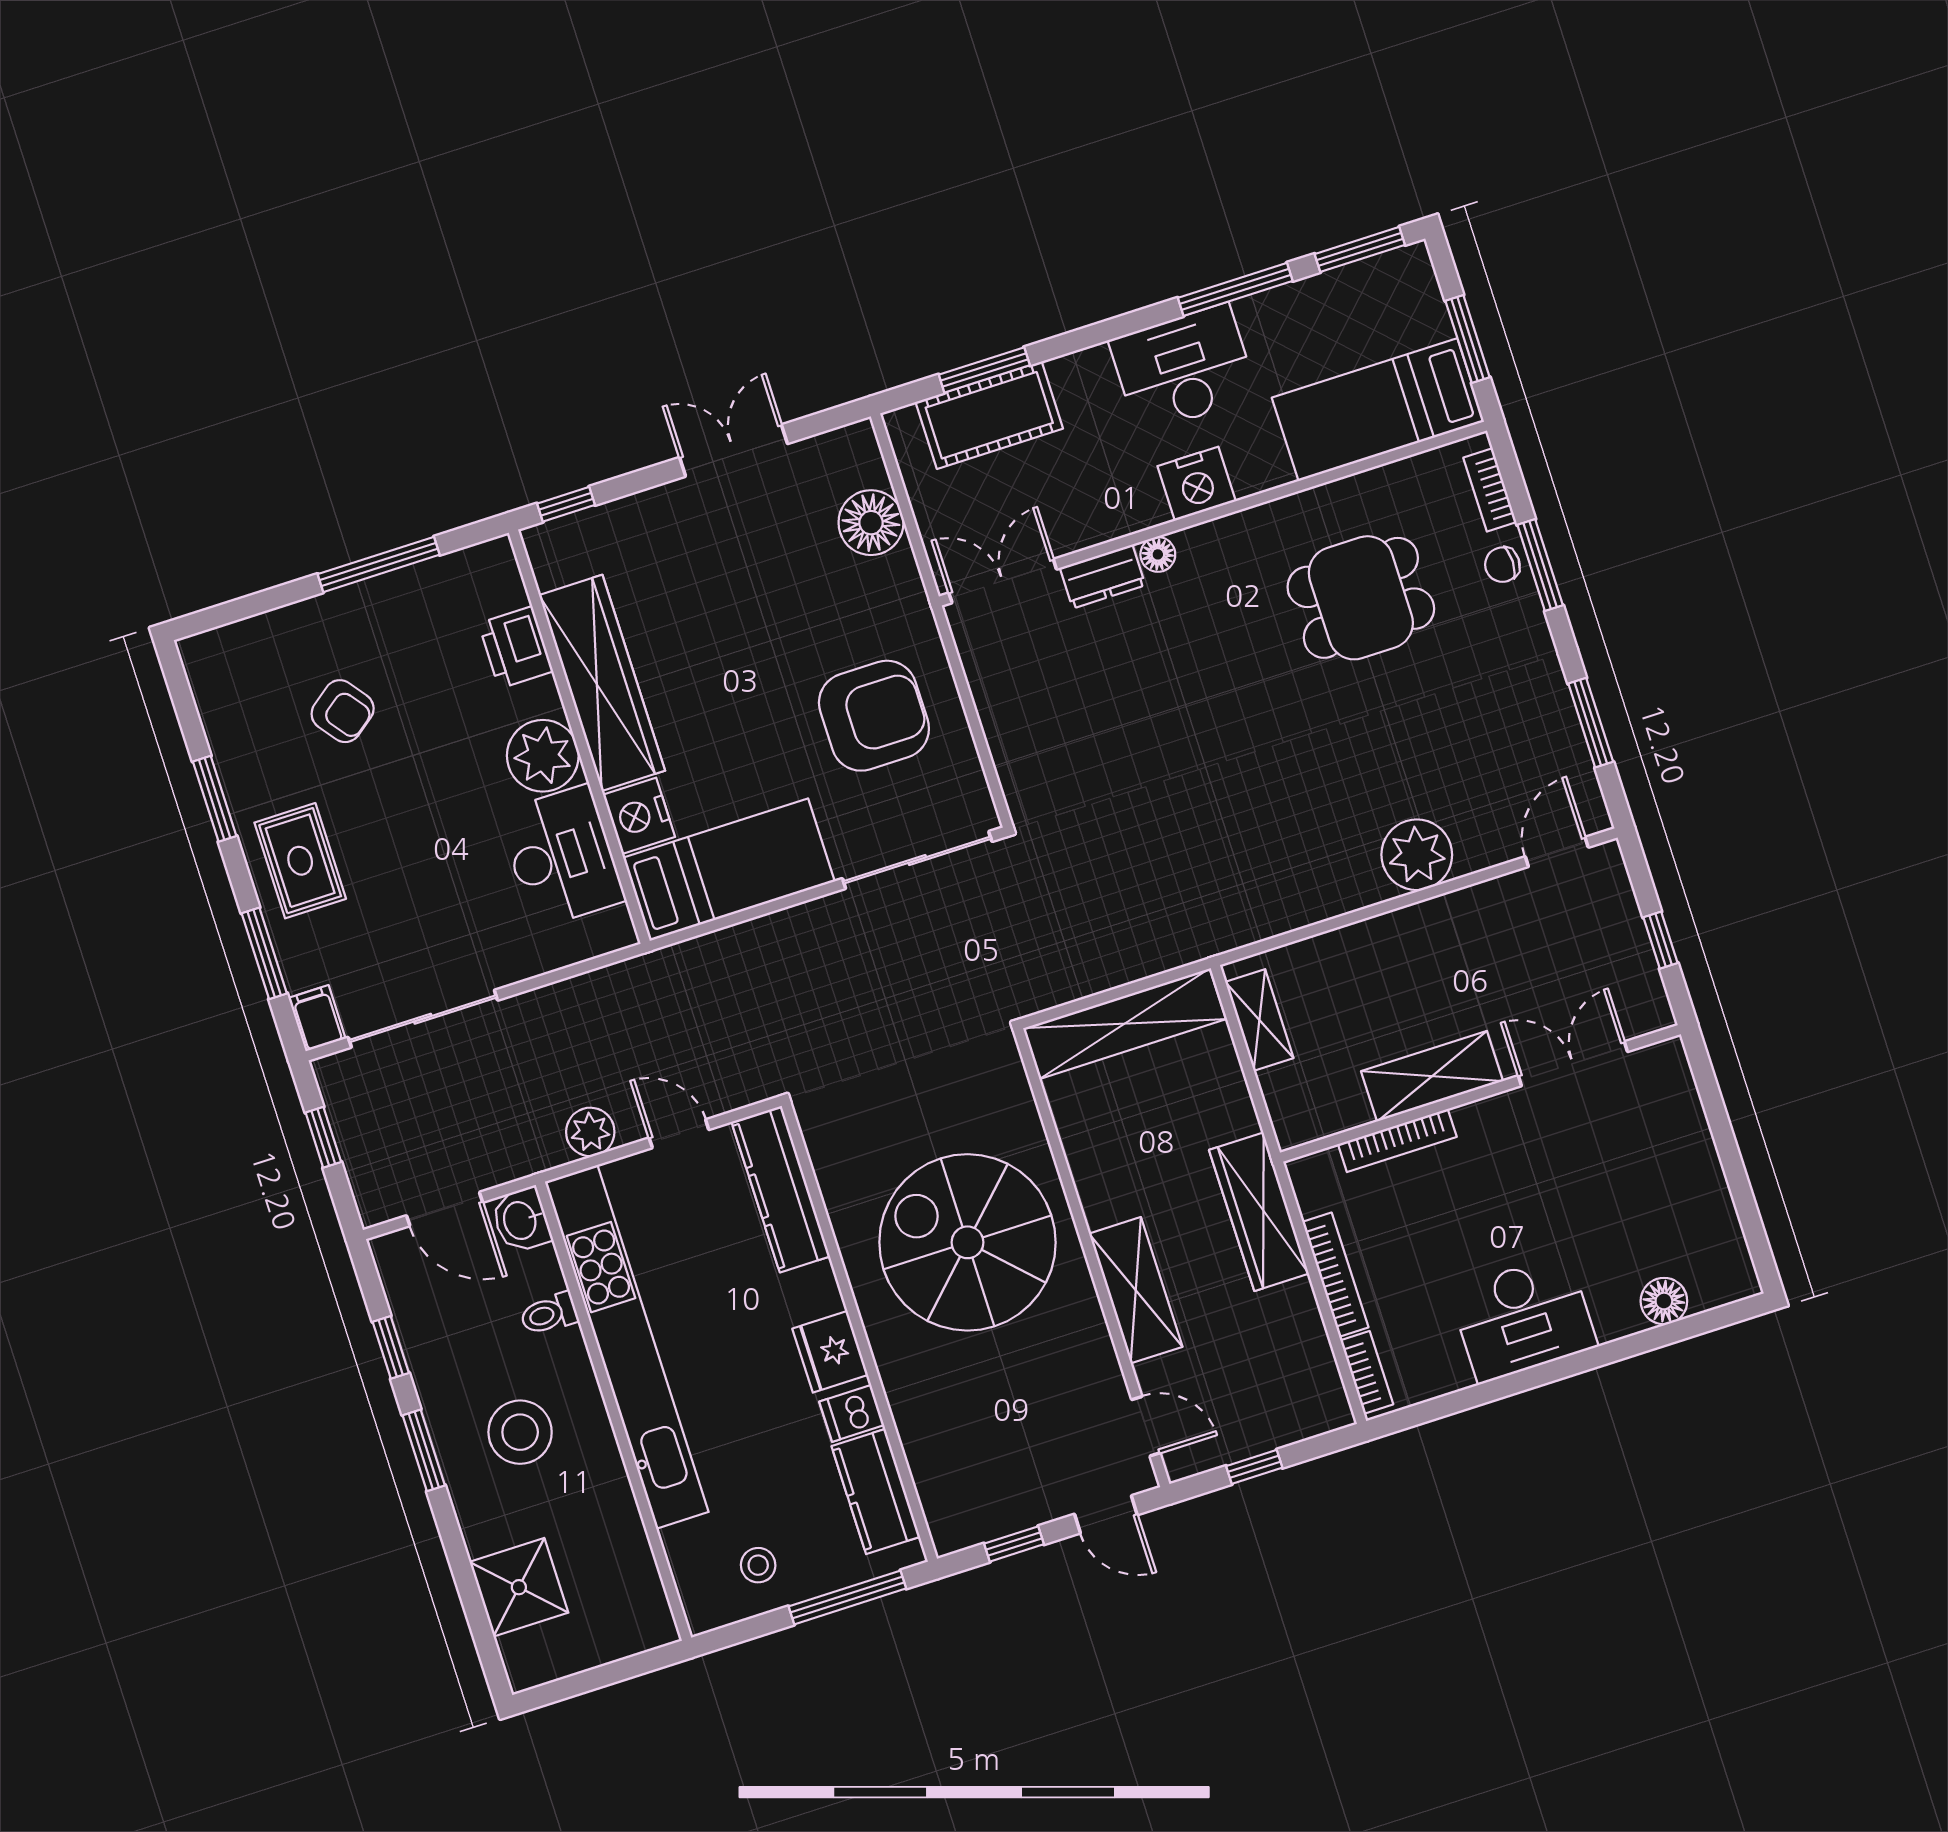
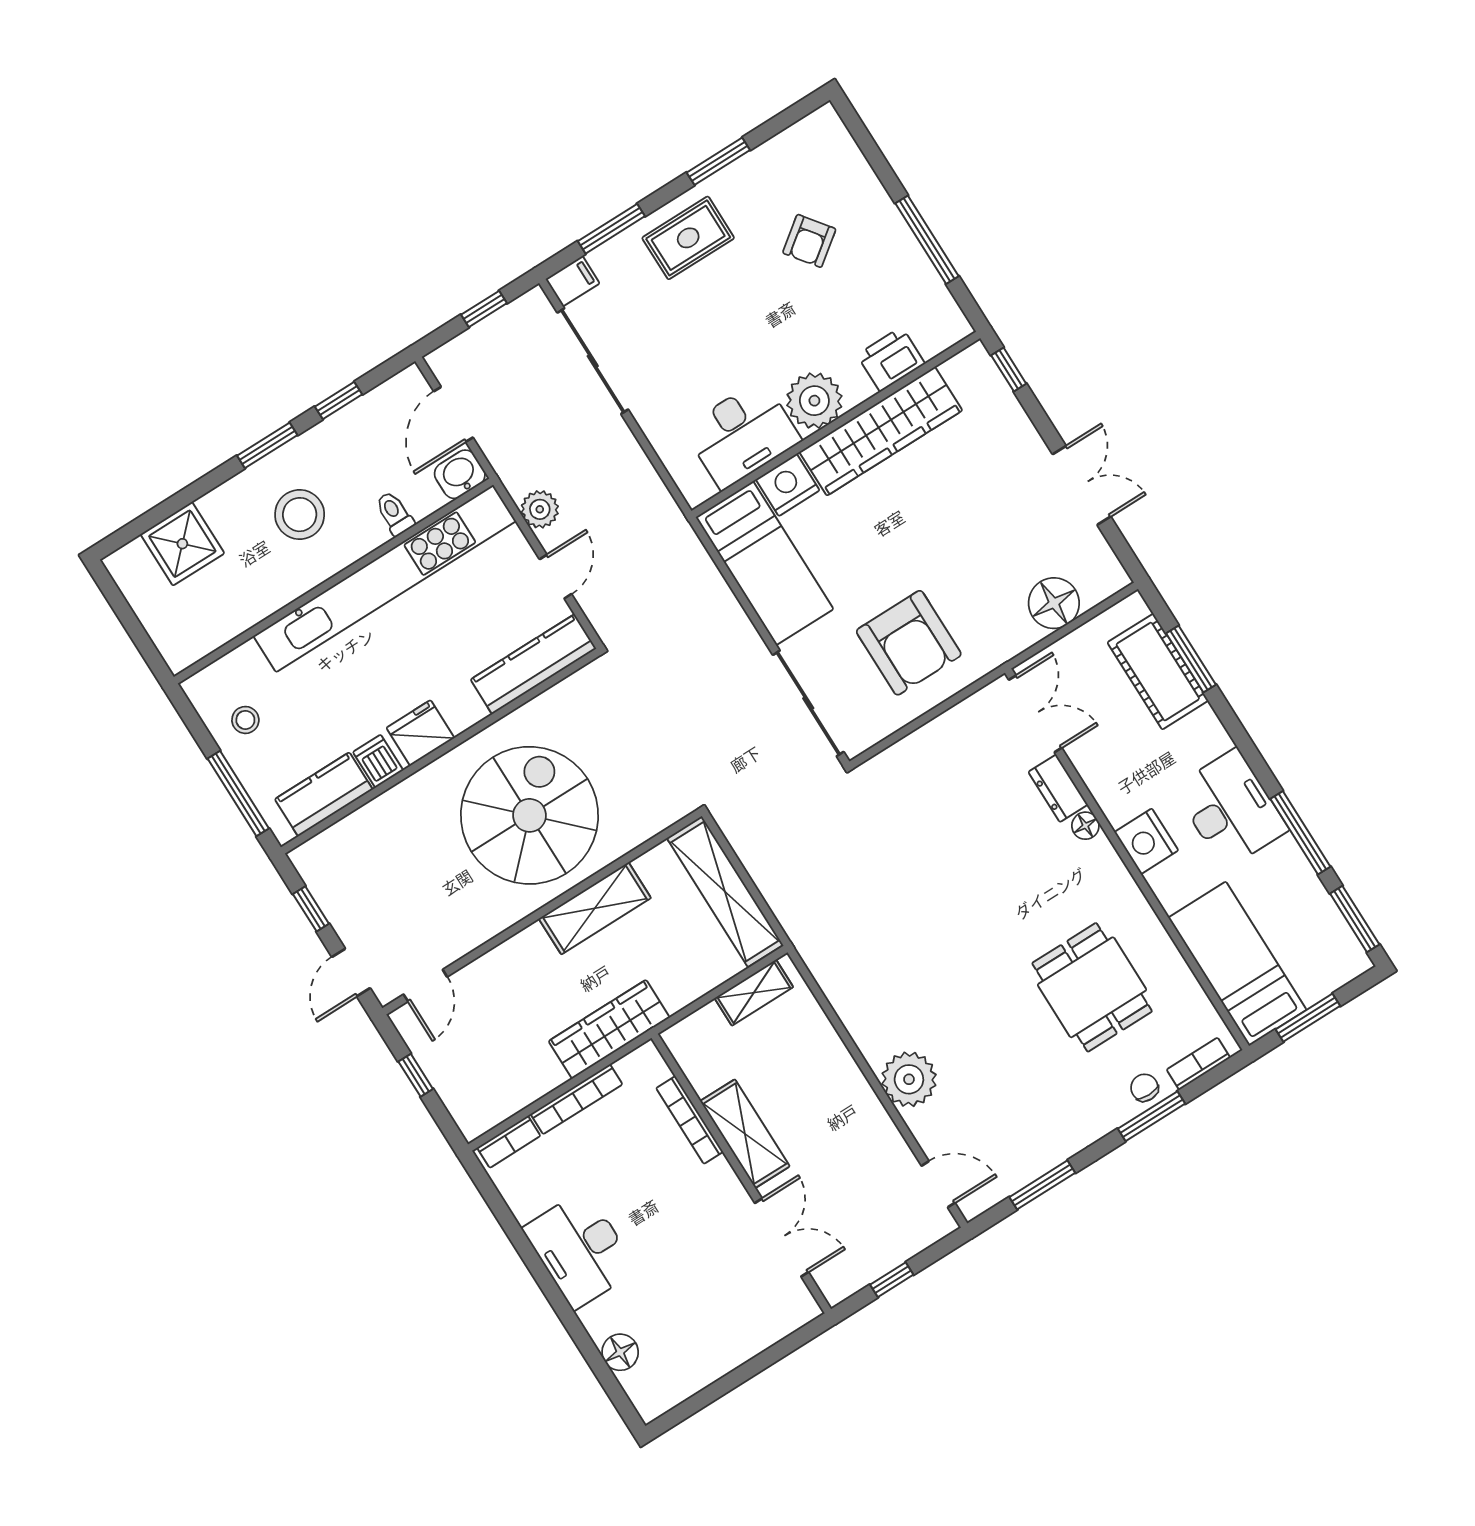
shelving: (1136, 1290) -> (595, 908), moved

